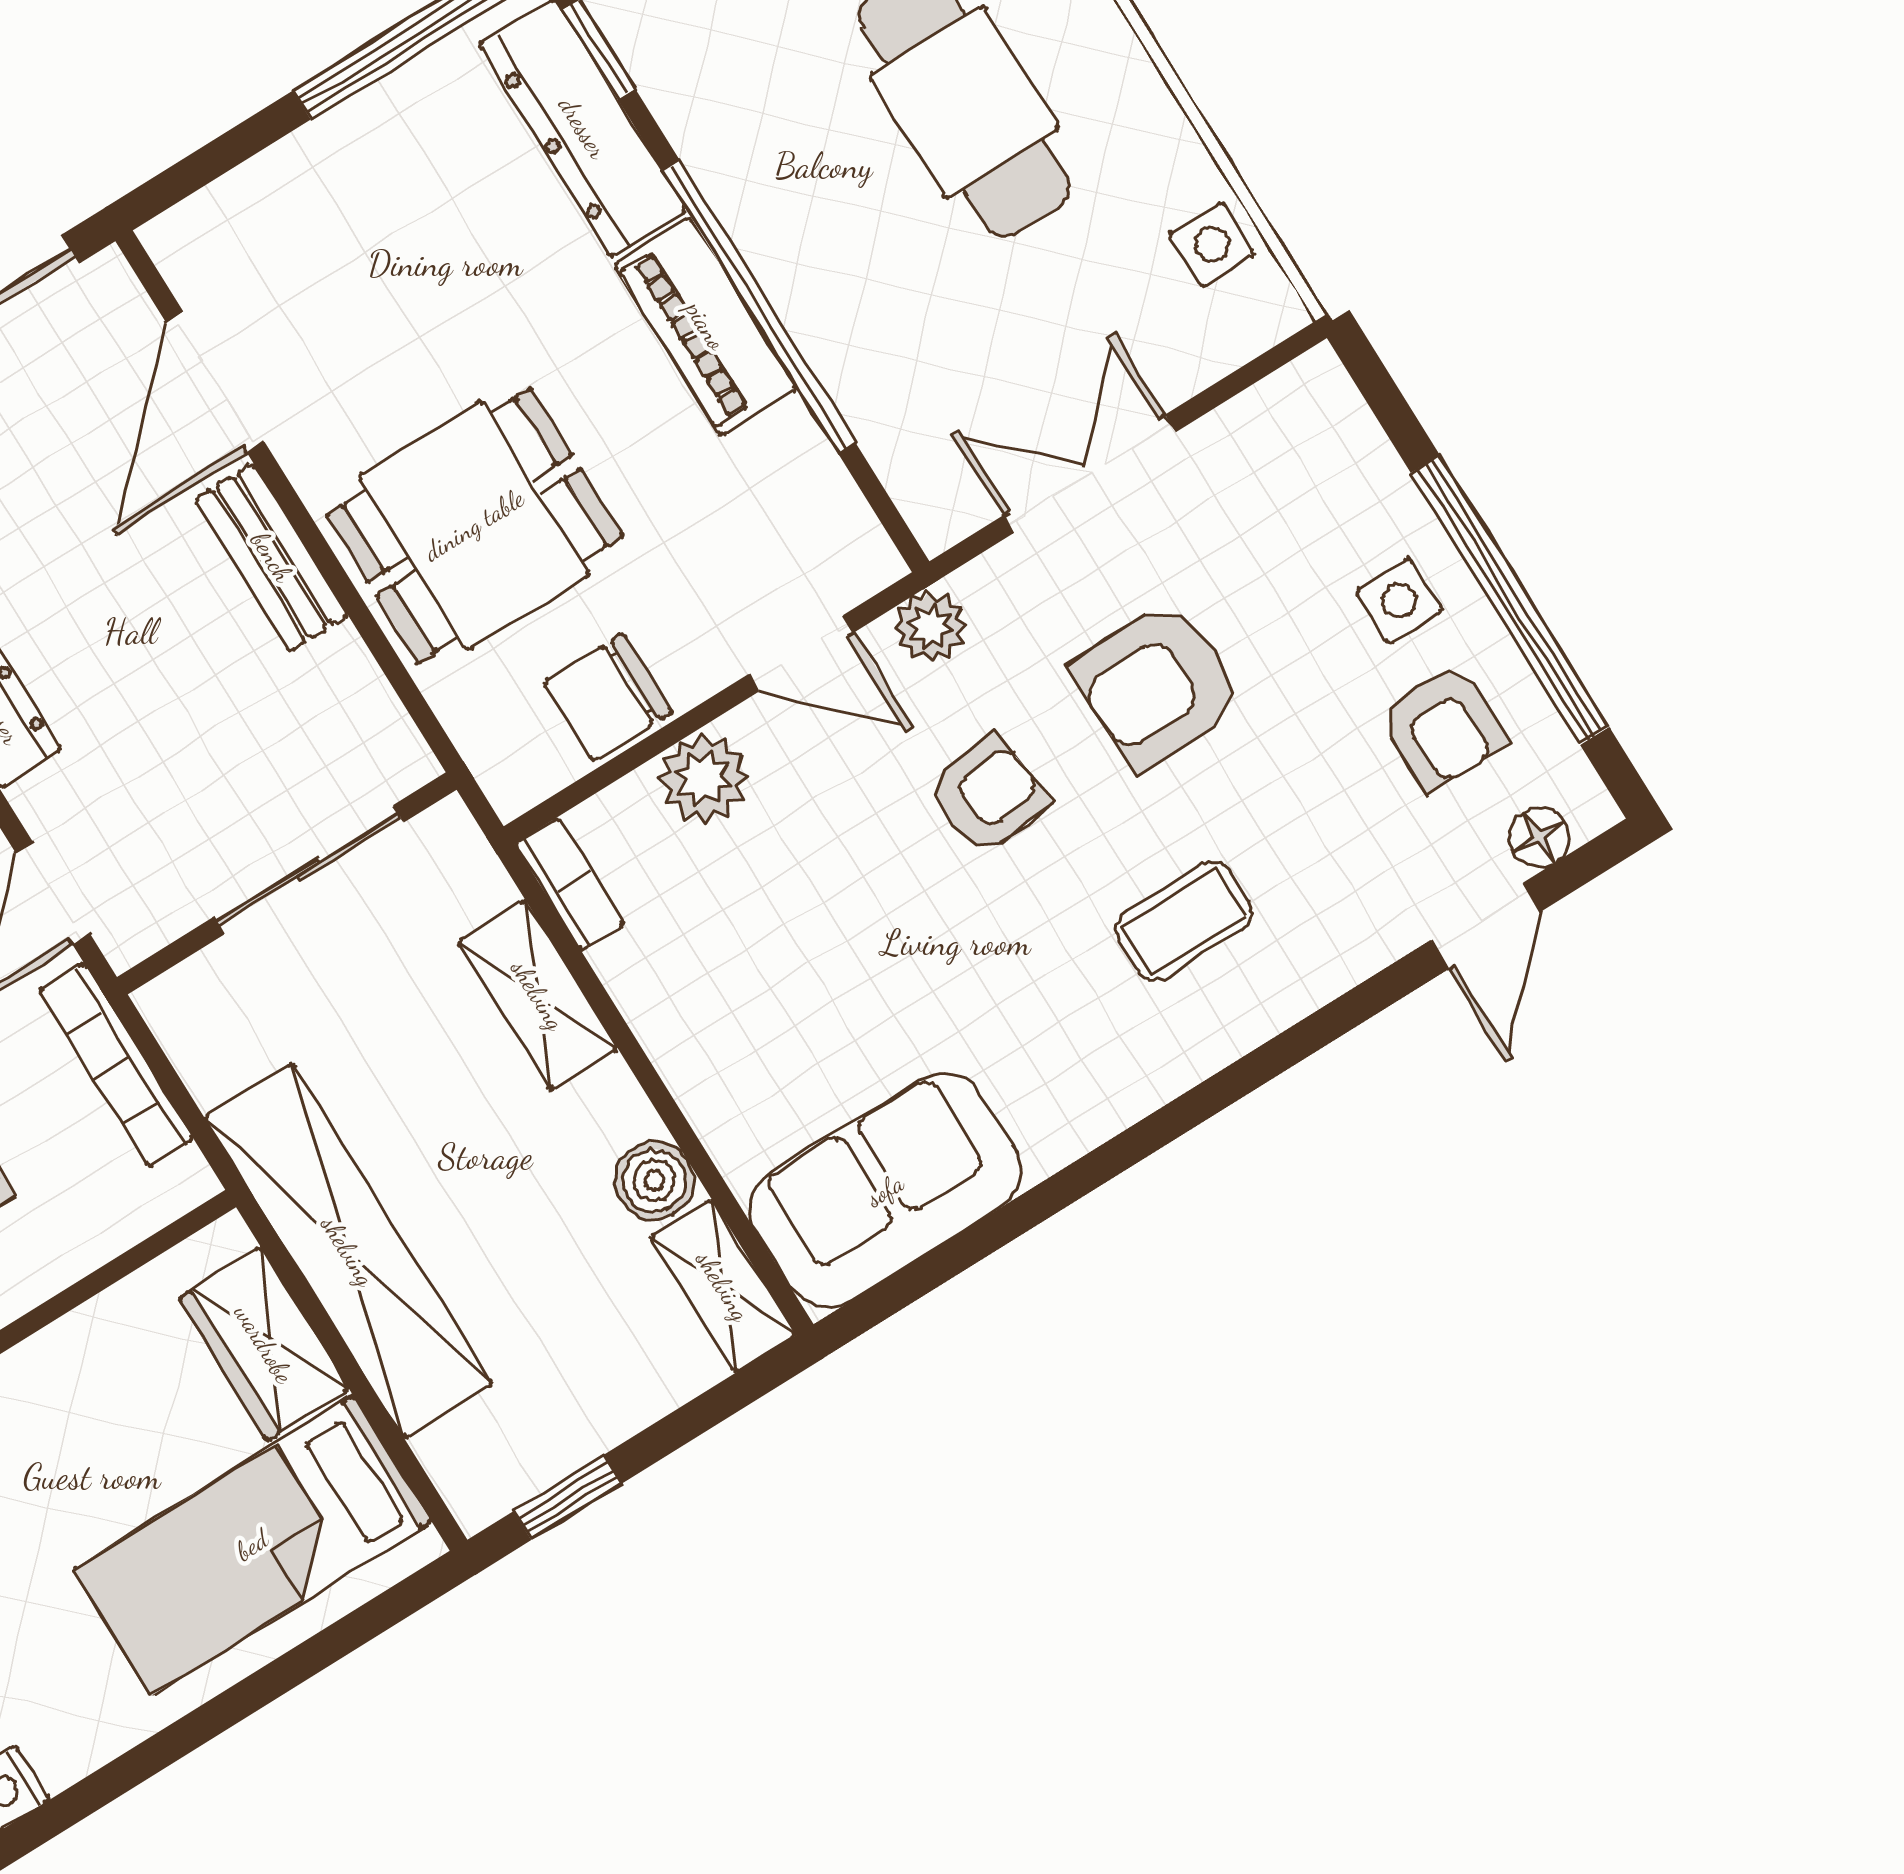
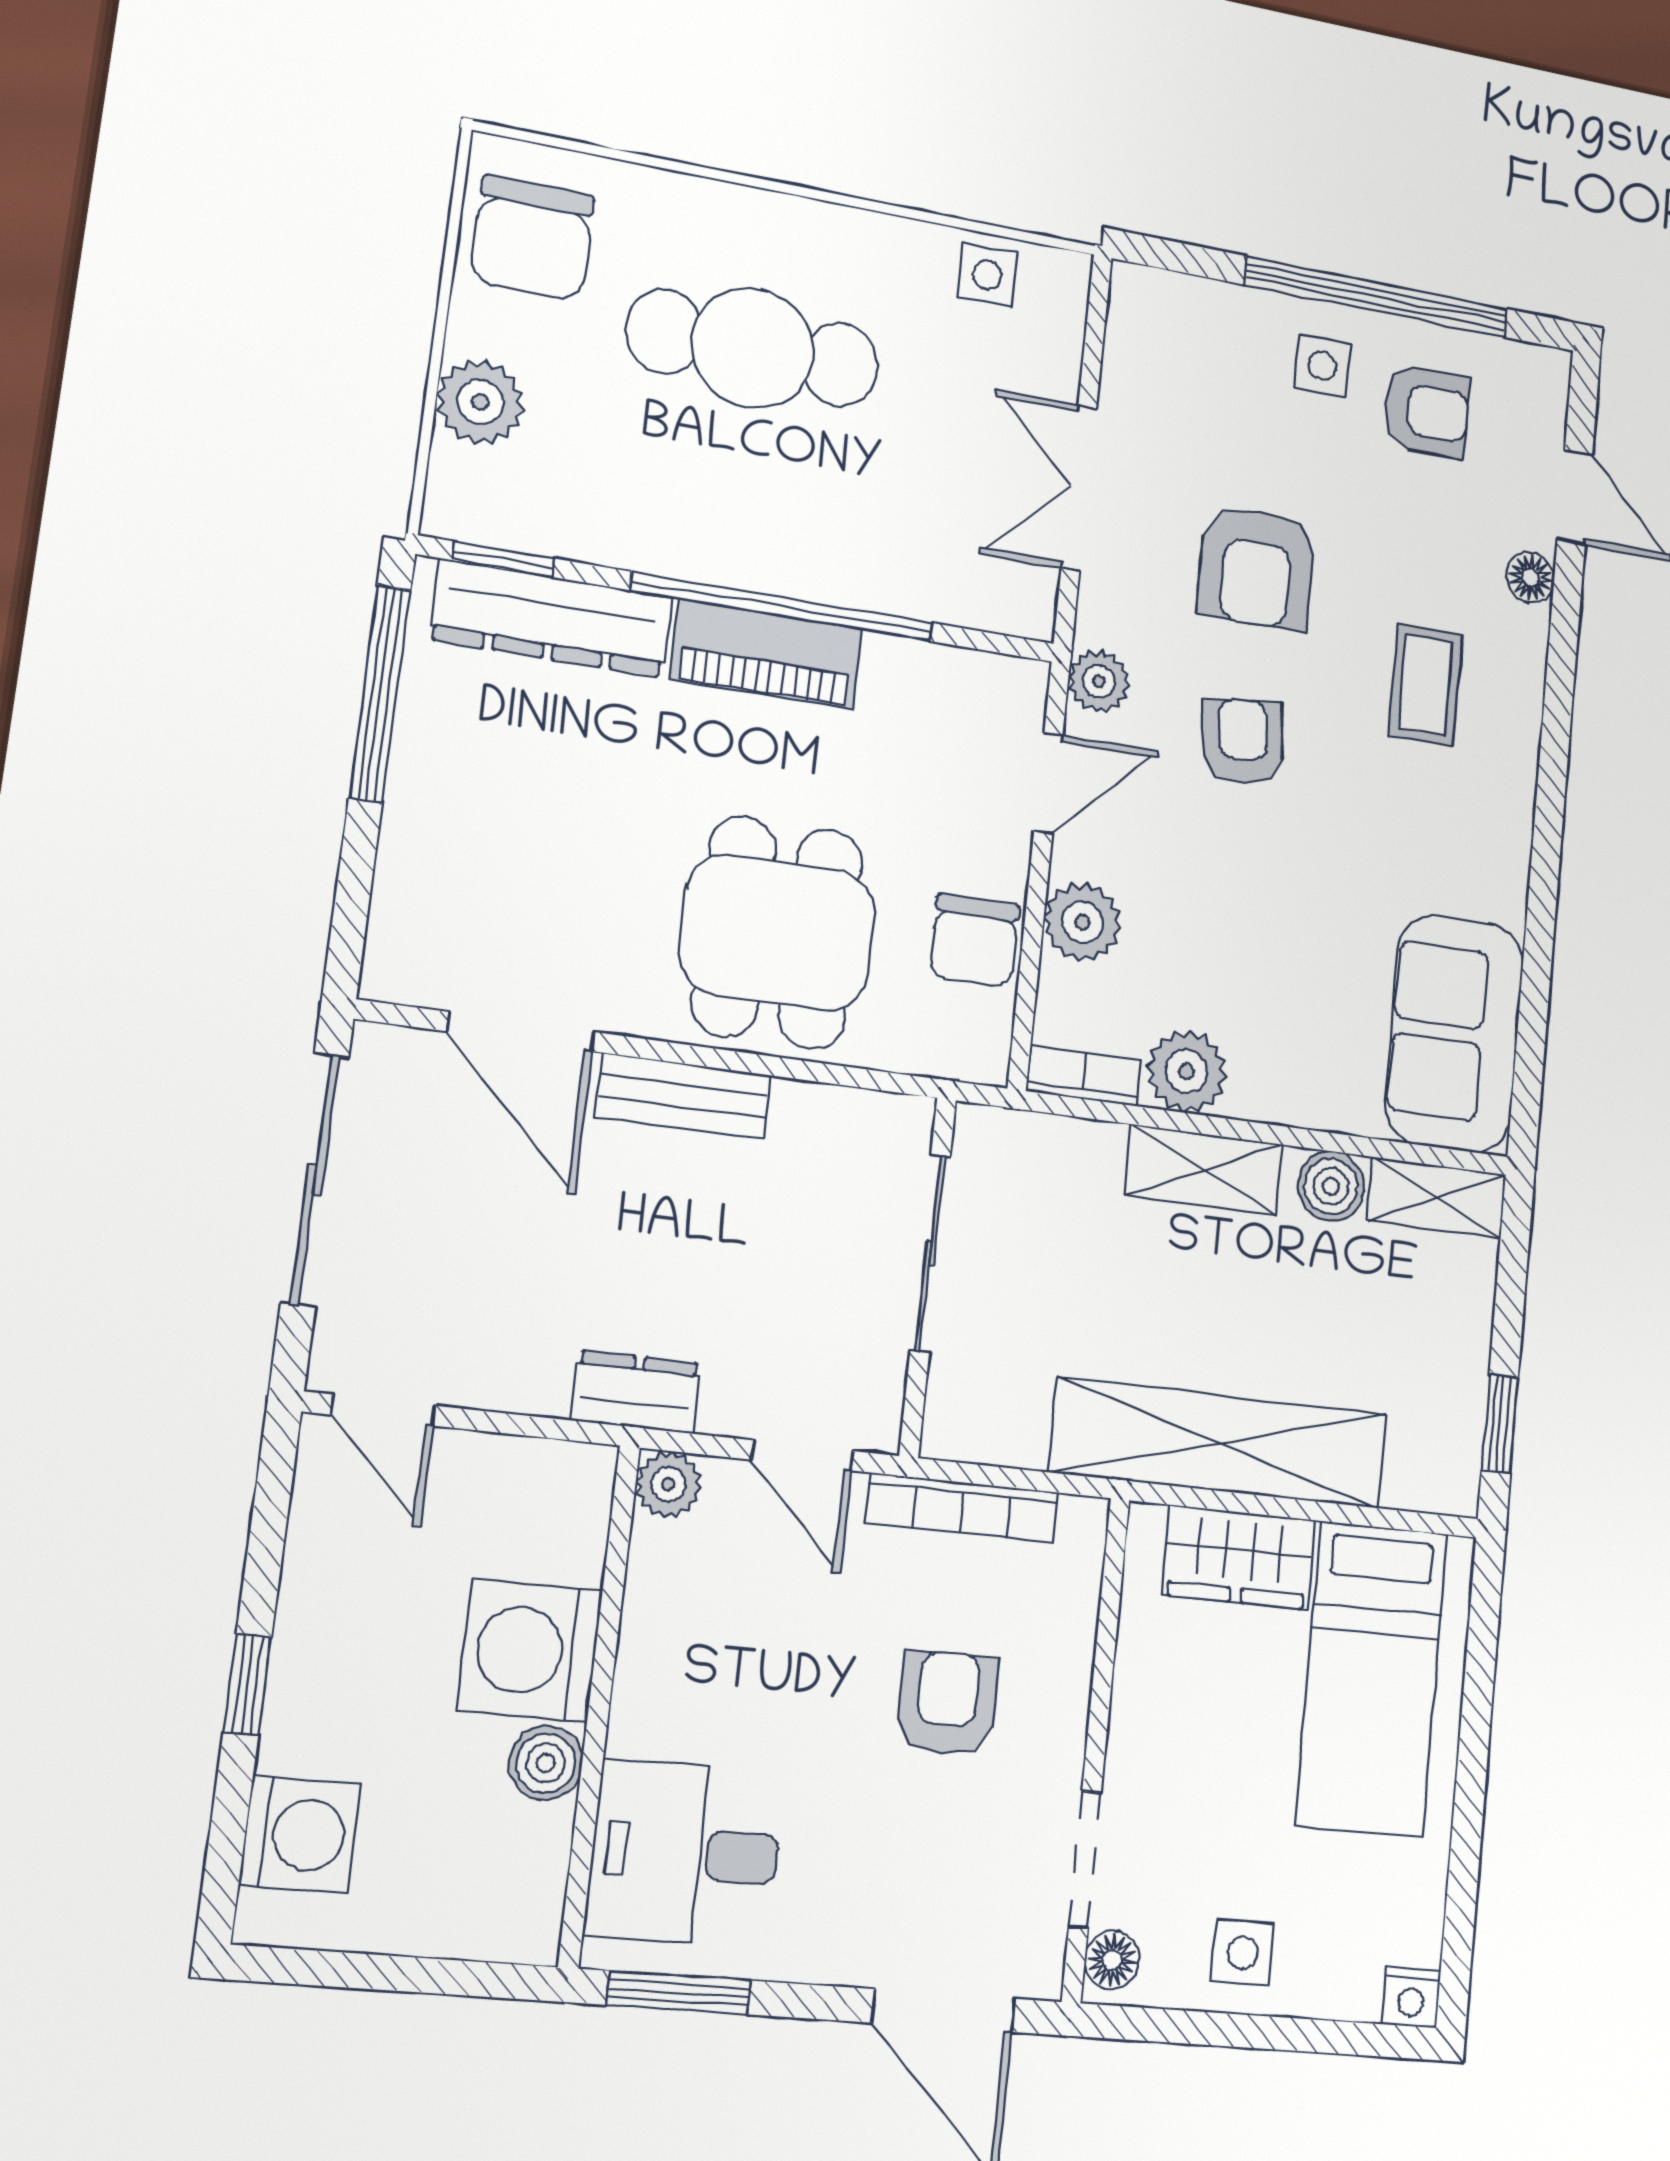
floor lamp: (1539, 837) -> (1530, 577), moved
plant: (649, 972) -> (1187, 1071), added
shelving: (538, 995) -> (1204, 1170), moved

